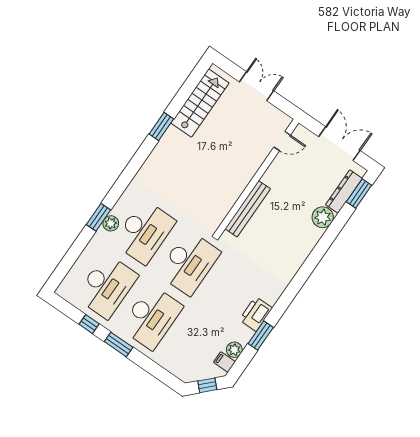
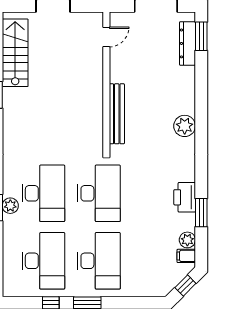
plant: (323, 217) -> (185, 126), moved

